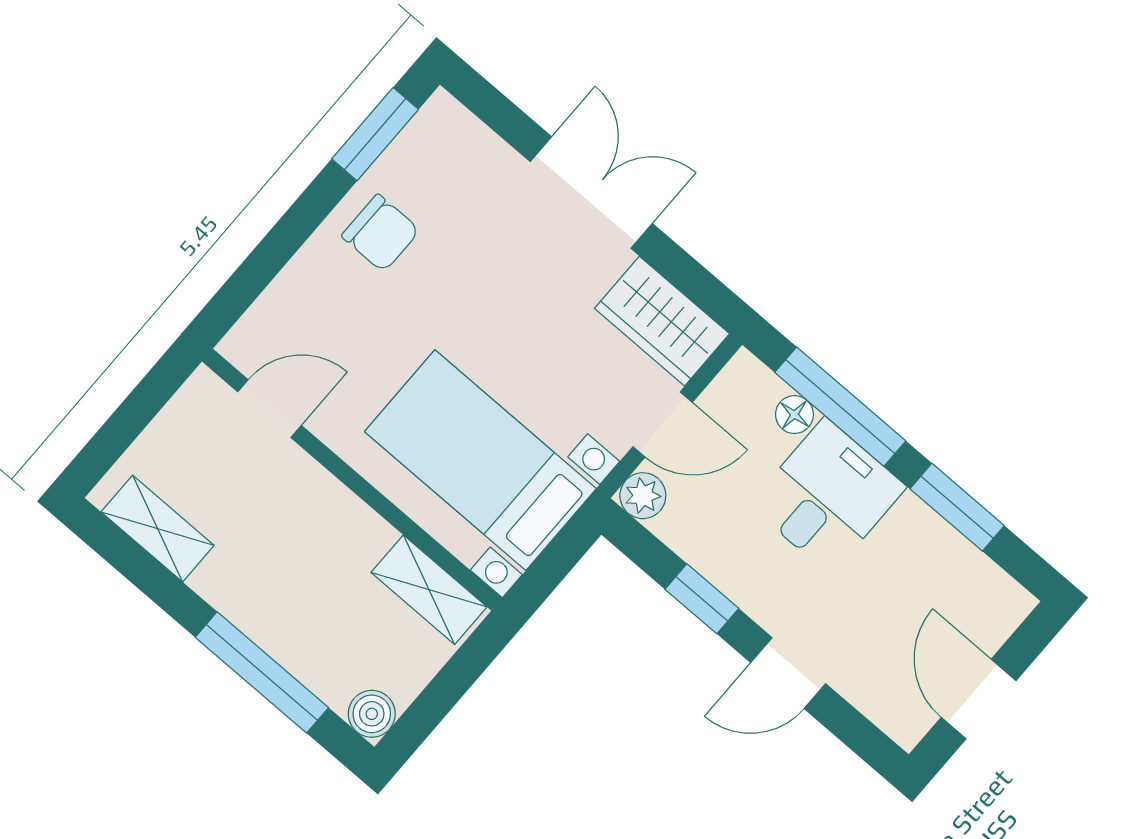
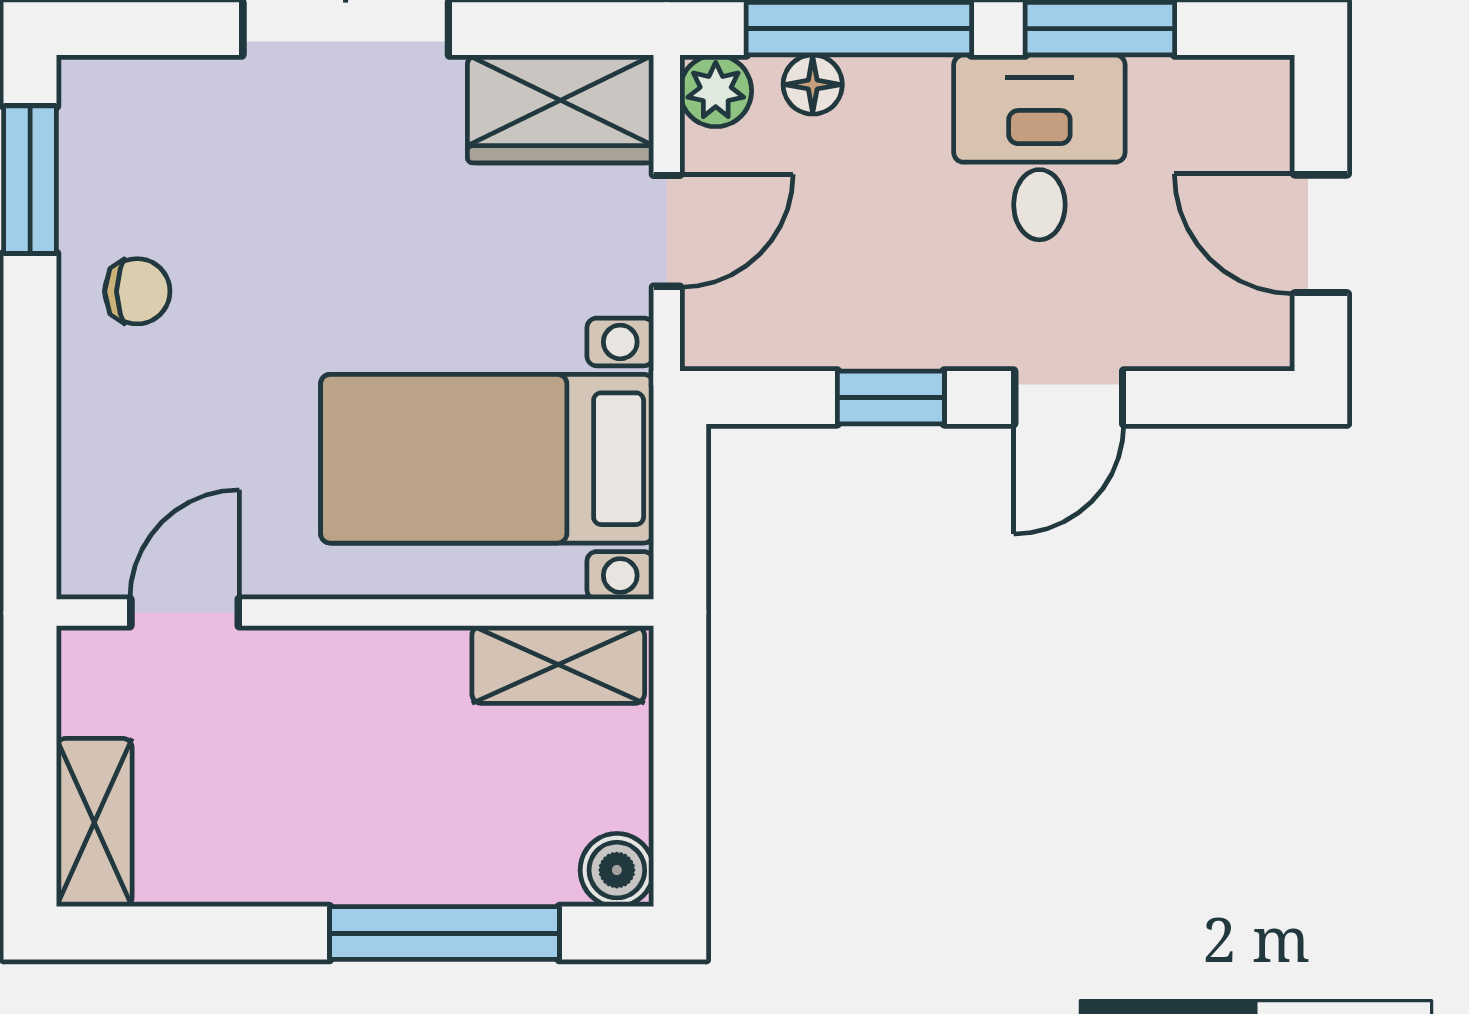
chair: (381, 233) -> (137, 291), width x0.73, depth x0.73
plant: (643, 496) -> (716, 91), moved
desk: (828, 496) -> (1039, 147), moved
shelving: (158, 529) -> (94, 823), moved, turned 90

